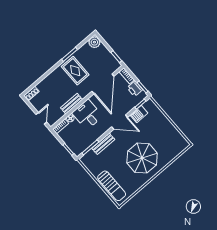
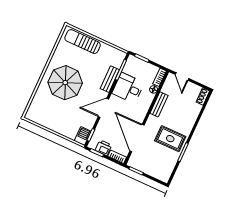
plant: (94, 42) -> (164, 175), removed
barbecue: (139, 114) -> (83, 136), moved
desk: (87, 115) -> (128, 88), moved, turned 180

